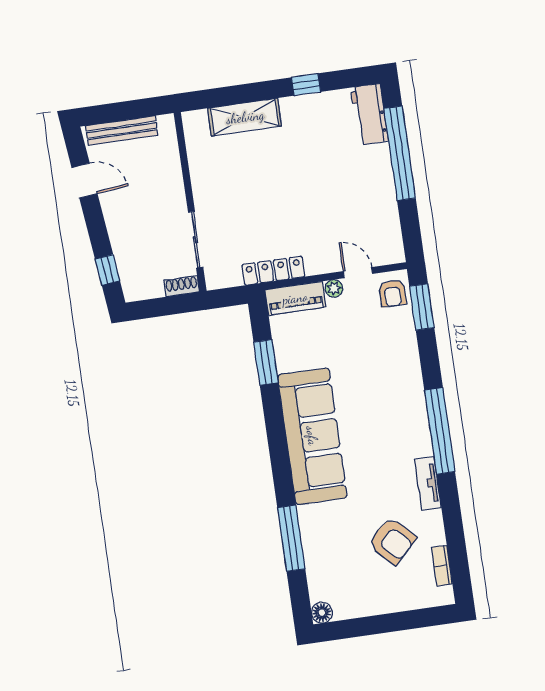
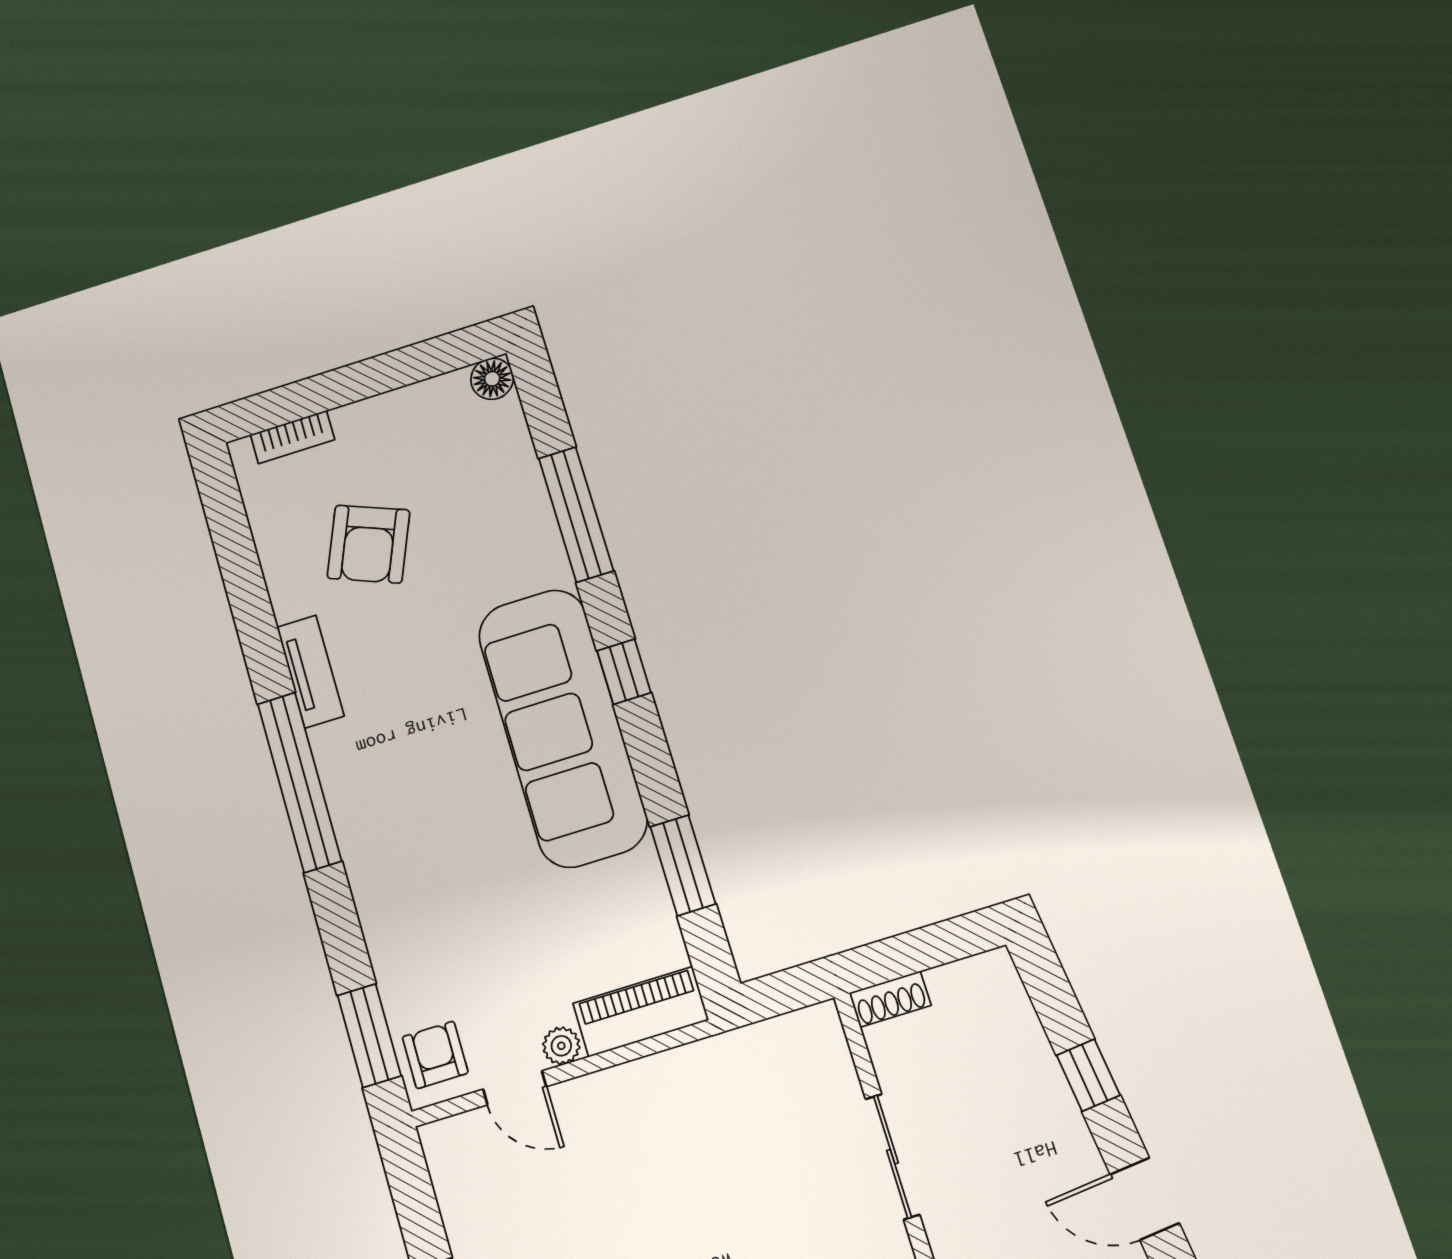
sliding door: (196, 240) -> (893, 1157), moved
window: (107, 270) -> (1088, 1075), moved
locker: (273, 271) -> (697, 1064), removed
window: (280, 458) -> (624, 672), added
armchair: (392, 541) -> (369, 544), turned -113
bookcase: (442, 566) -> (292, 437), moved, turned 90

